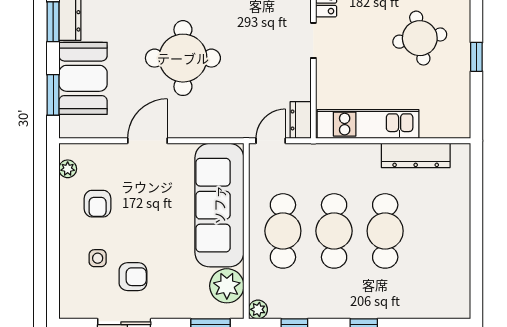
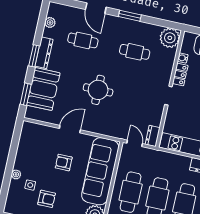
round table: (183, 58) -> (98, 90), width x0.73, depth x0.73
door: (271, 141) -> (135, 143), hinge flipped
plant: (68, 169) -> (16, 174), moved
armchair: (98, 204) -> (64, 163), moved, turned 90

